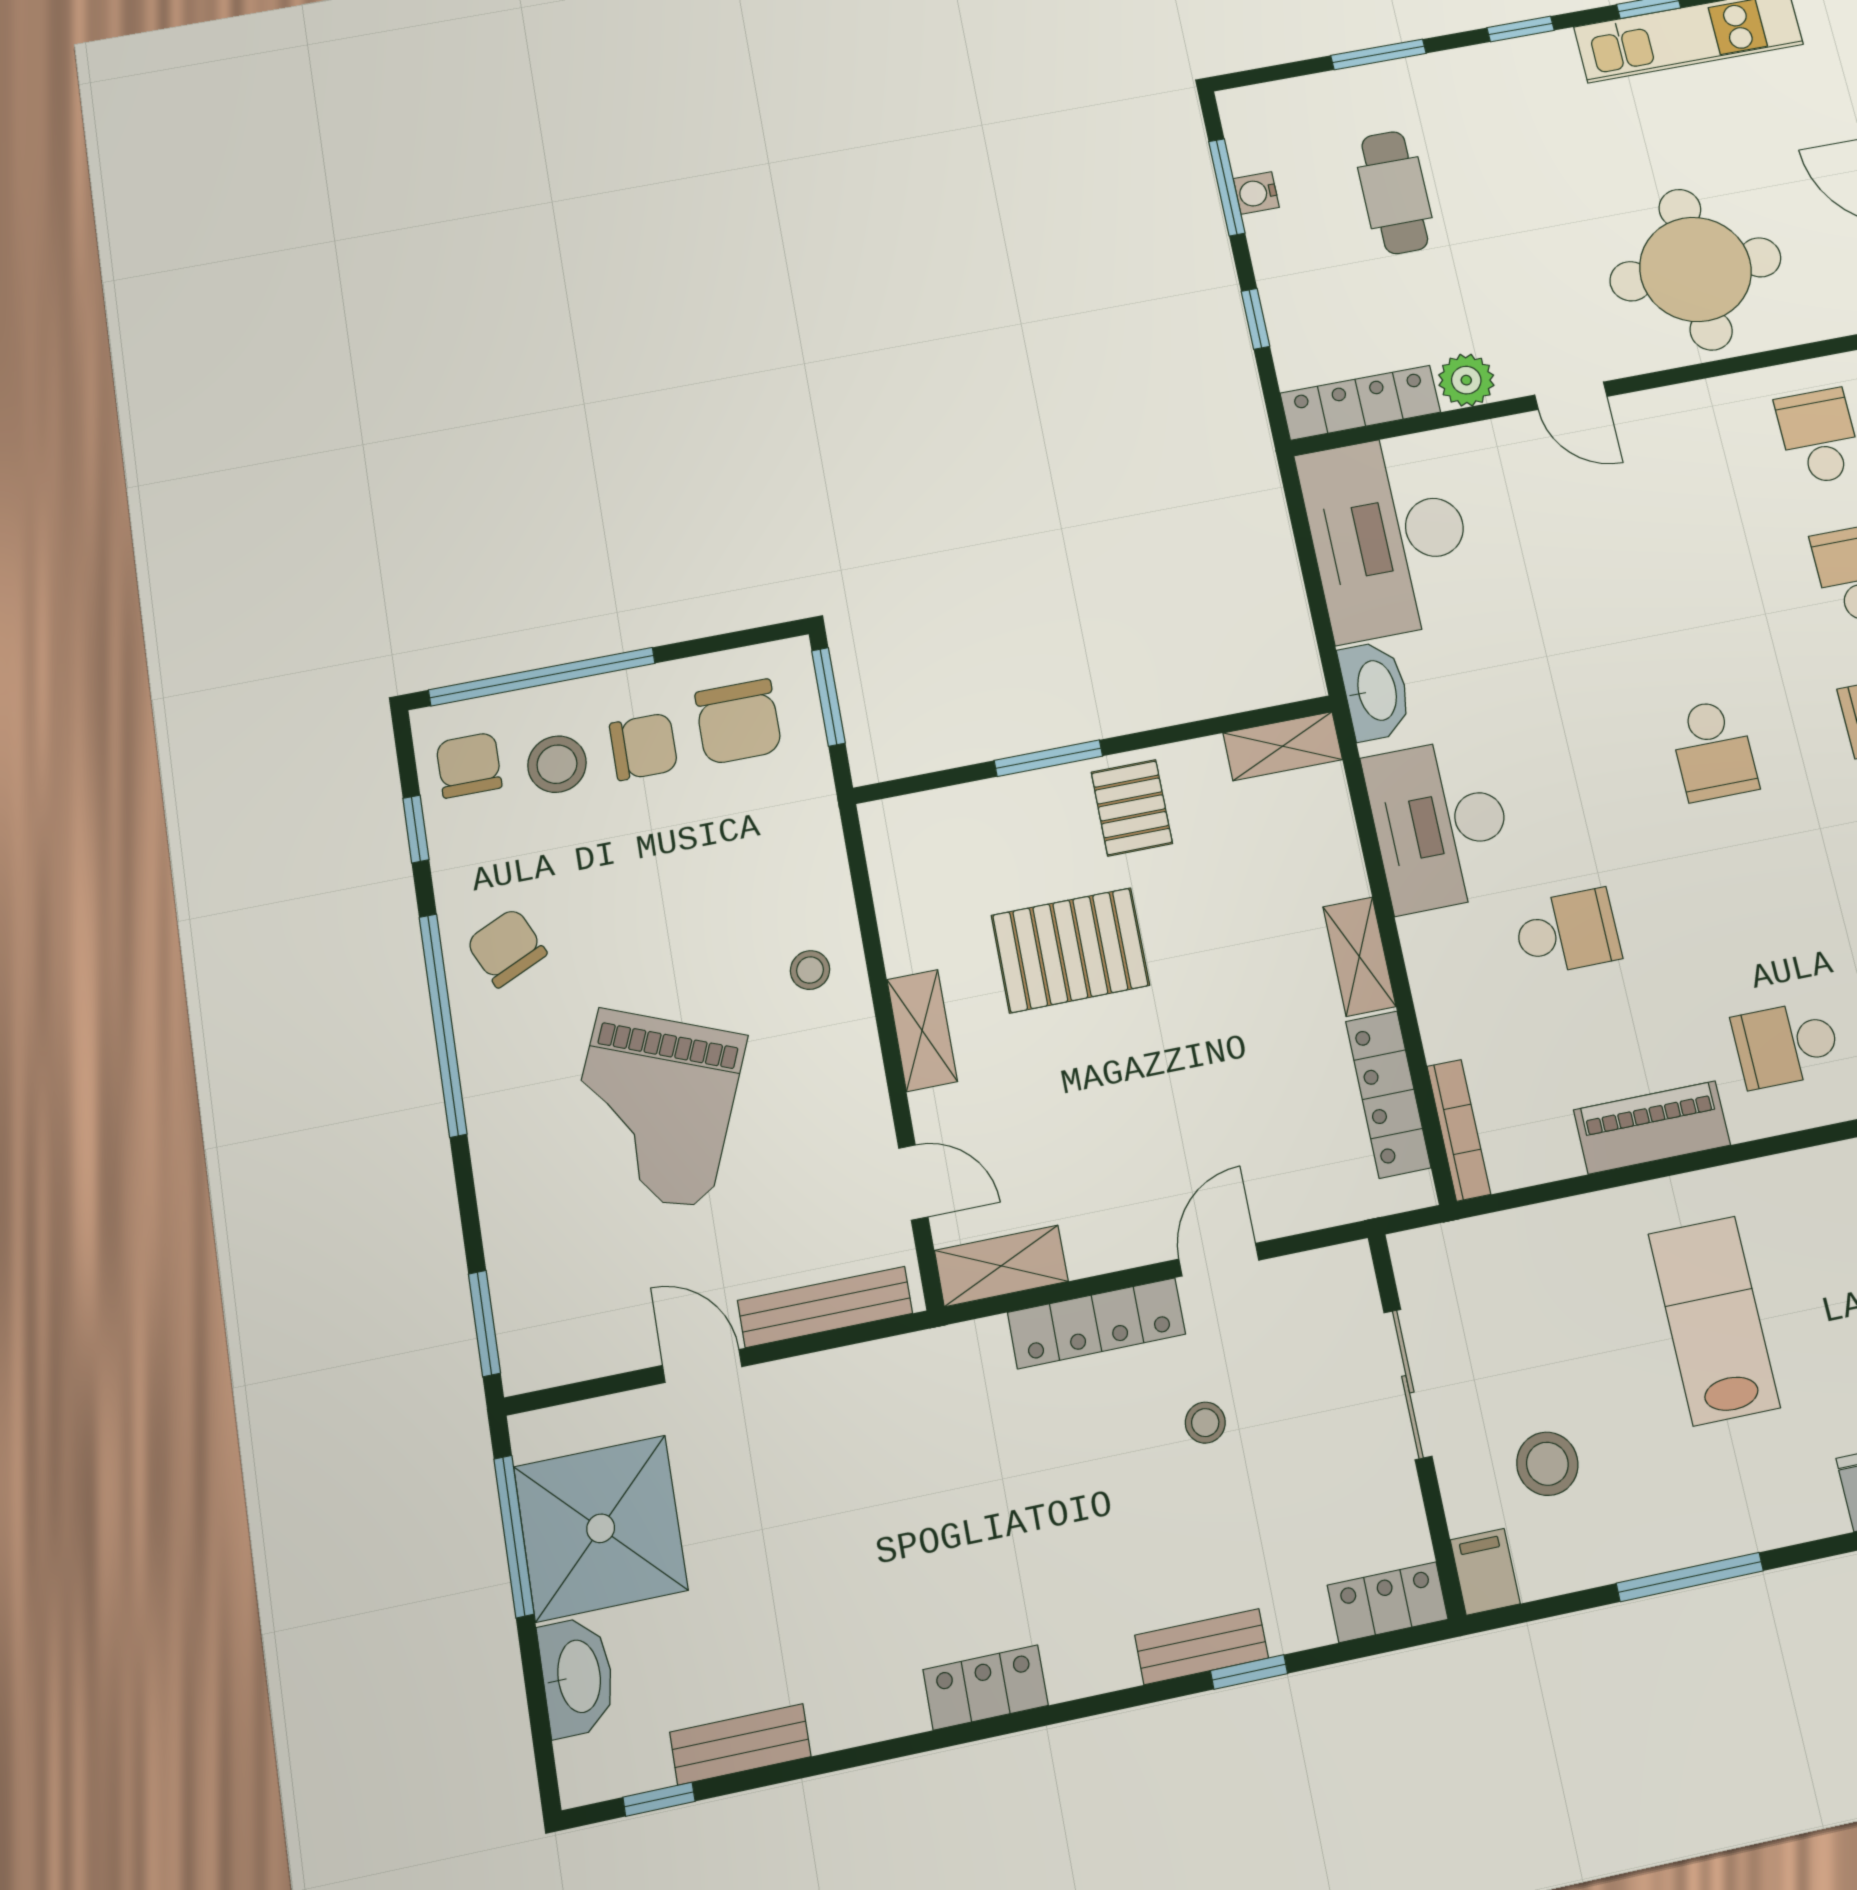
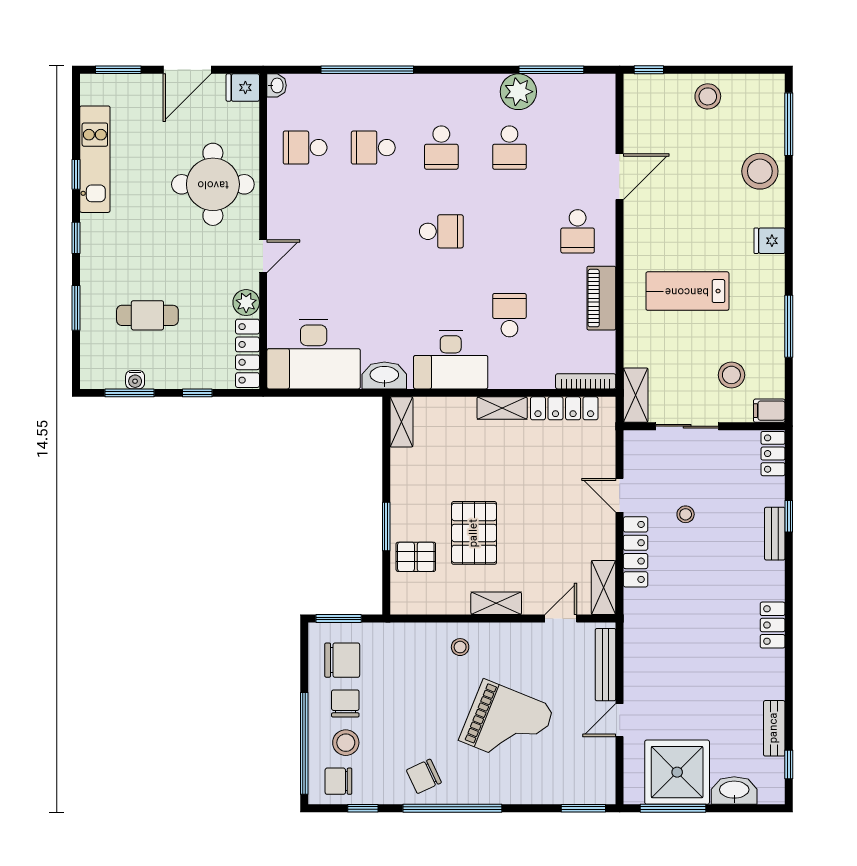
pallet: (1132, 808) -> (416, 557), moved
shelving: (1453, 1250) -> (636, 395), added

